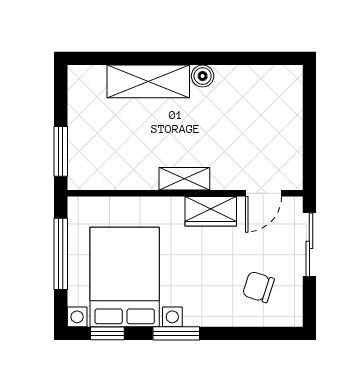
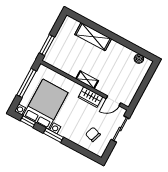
boiler: (203, 76) -> (139, 59), moved

